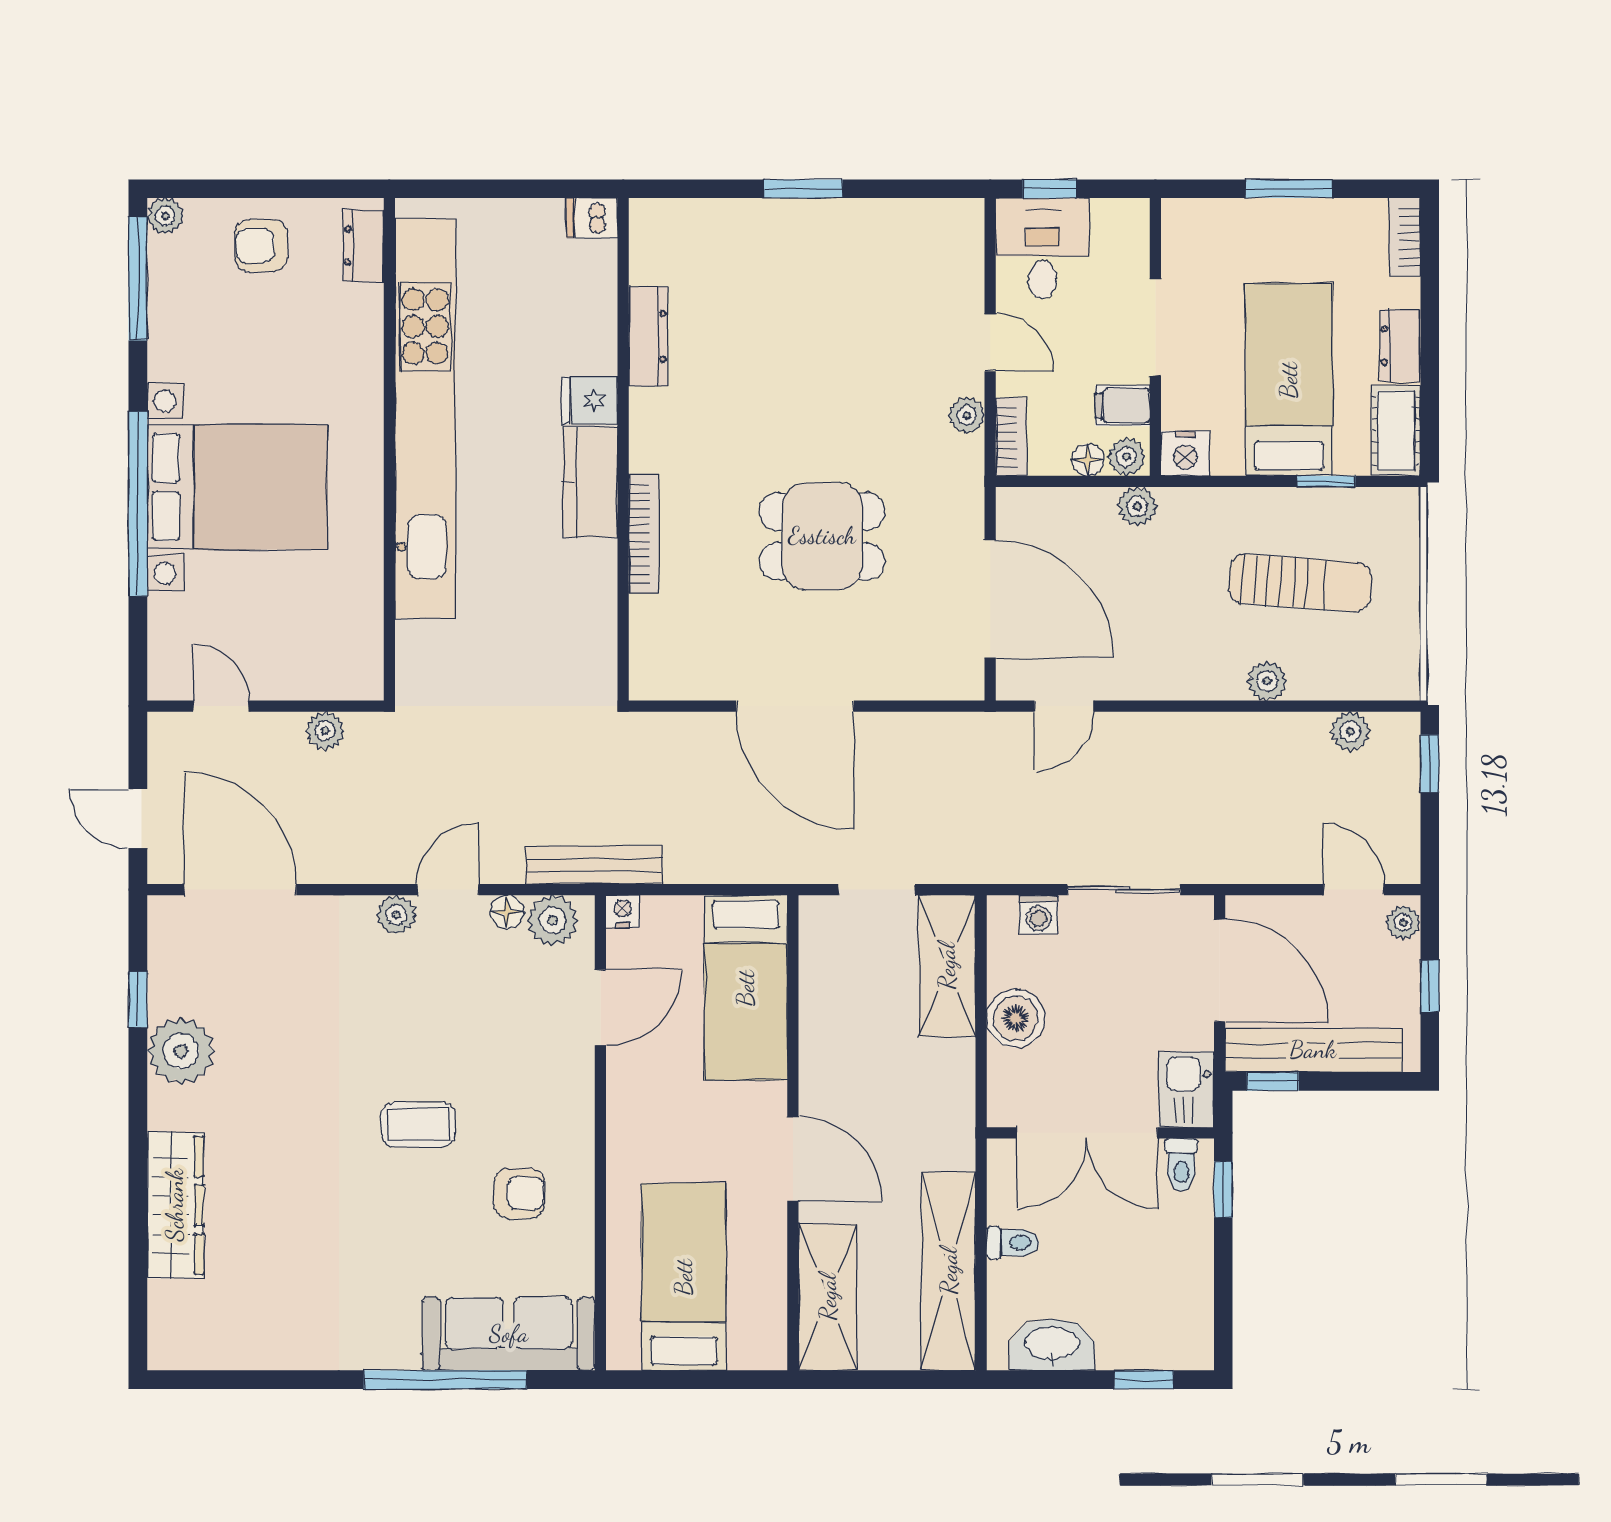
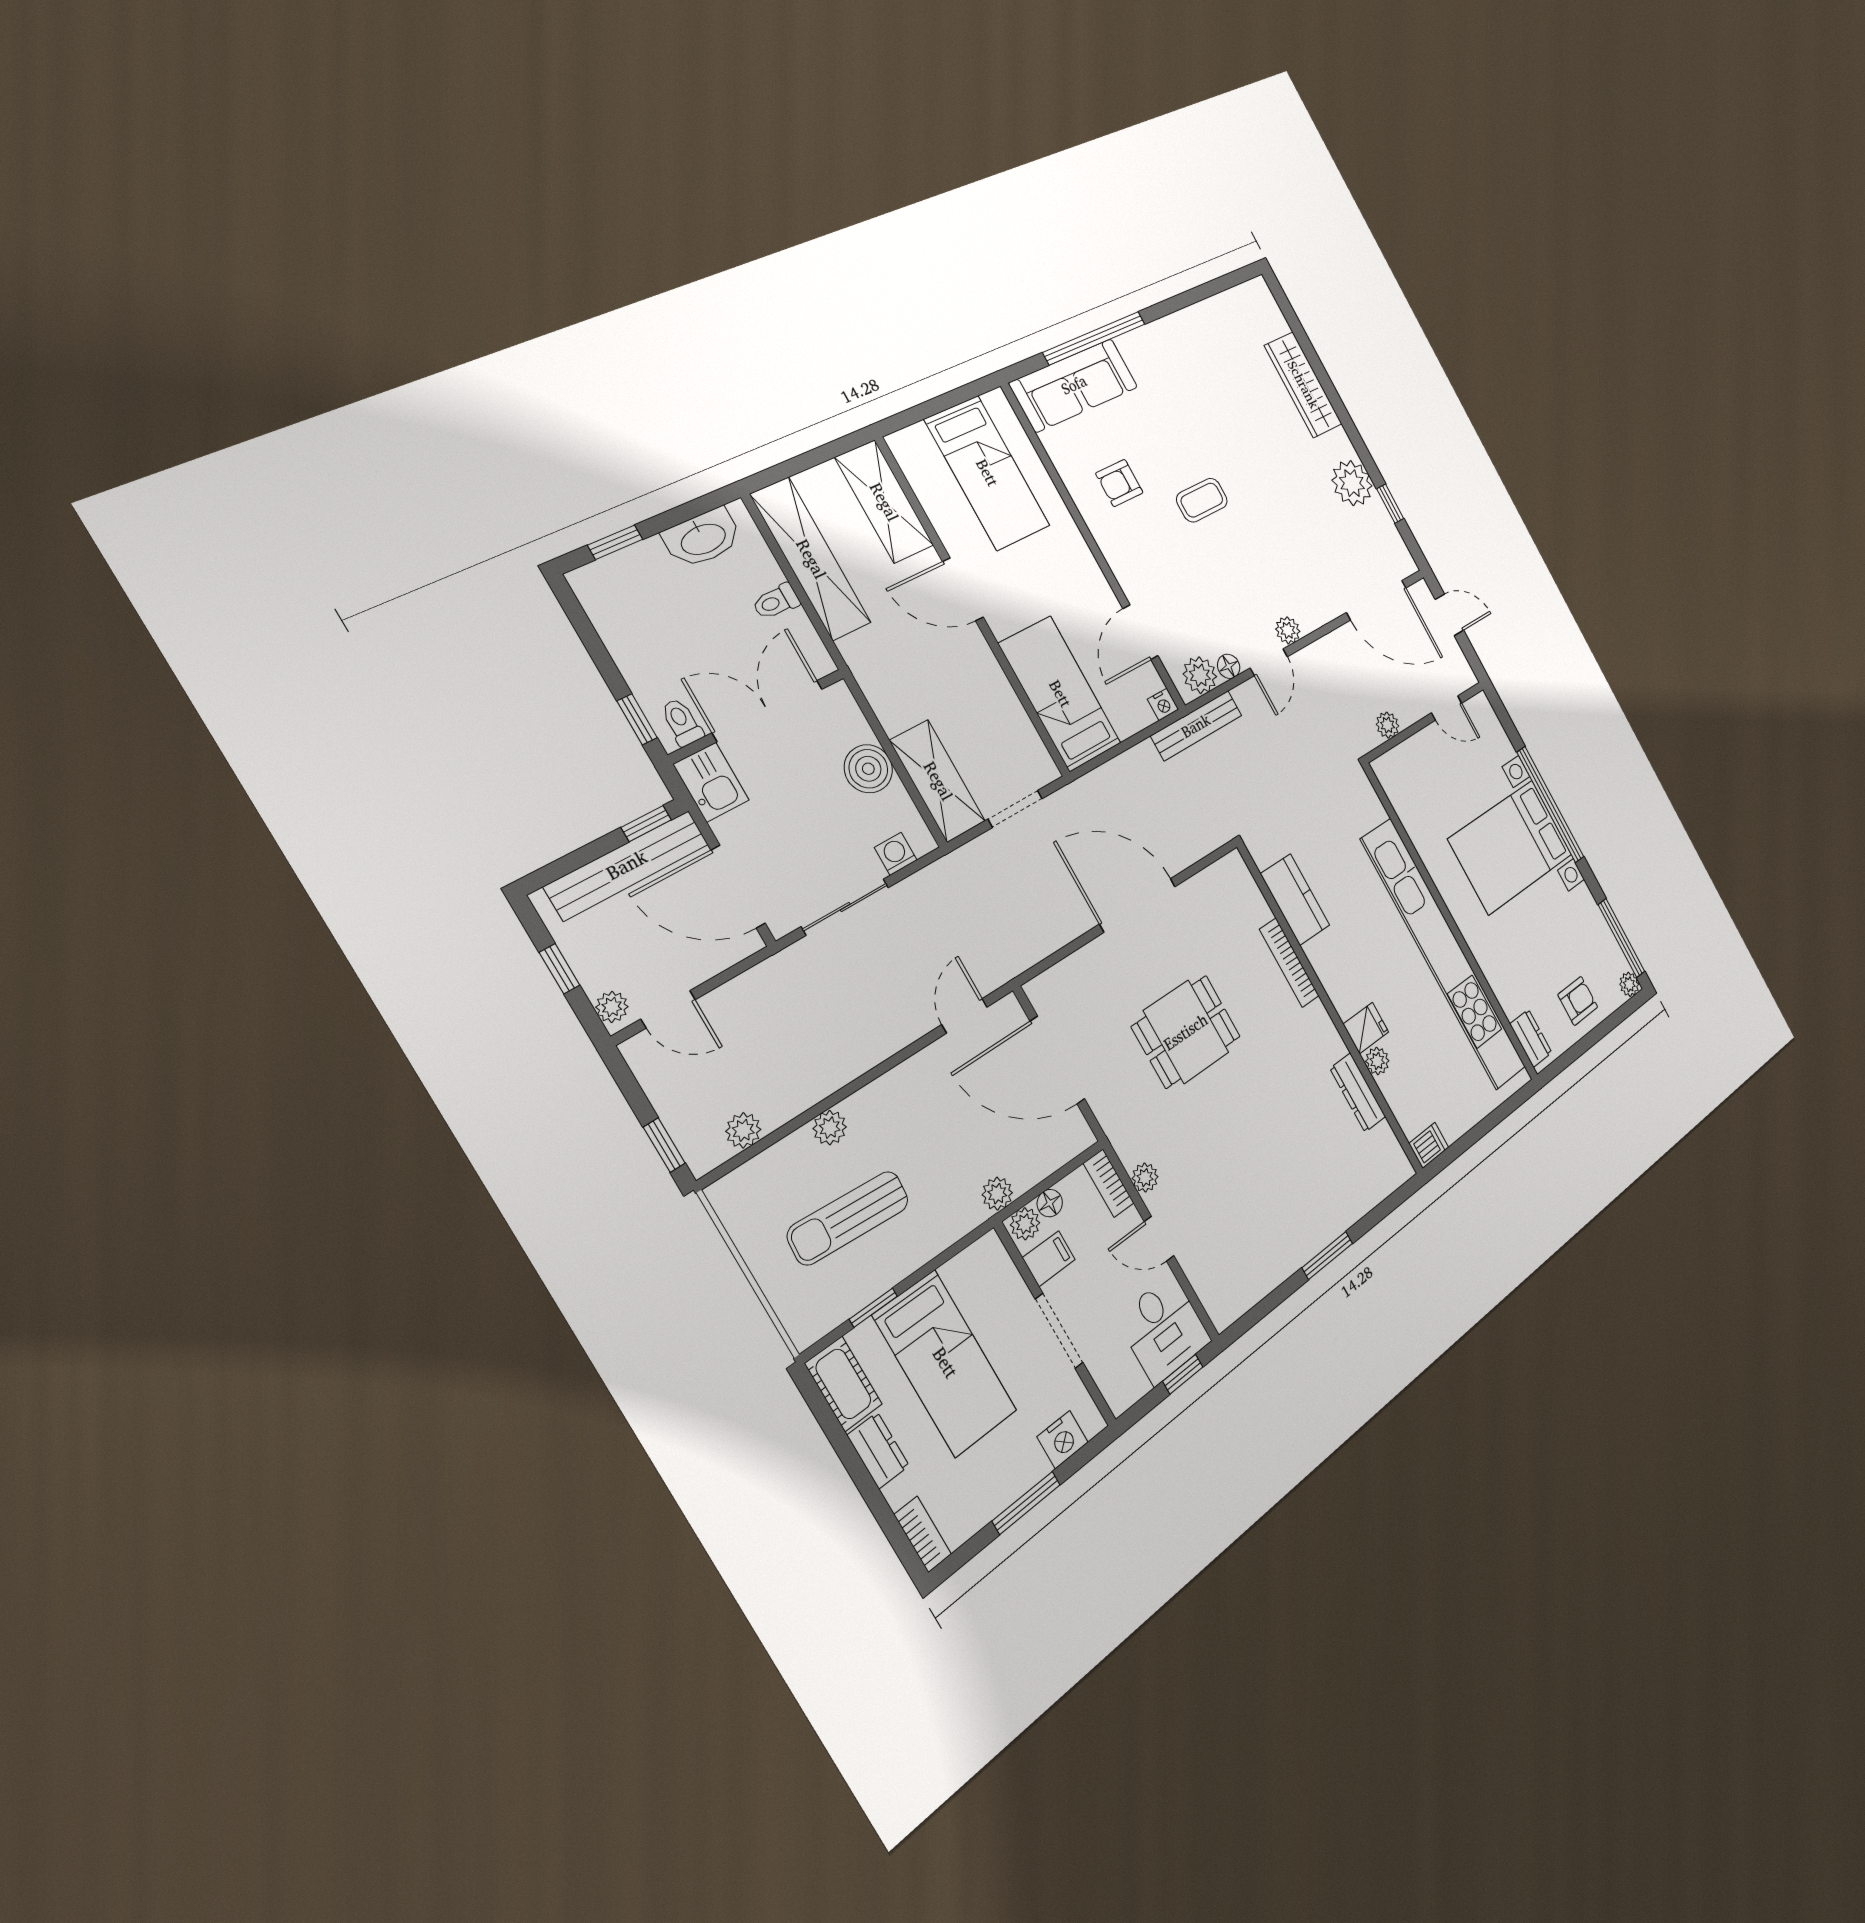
plant: (599, 355) -> (1377, 1061), added
nightstand: (1185, 453) -> (1063, 1440), moved, turned 180
kitchen counter: (590, 482) -> (1295, 900), moved

